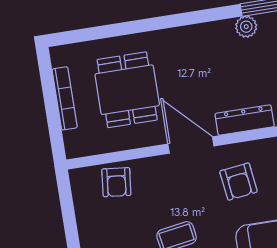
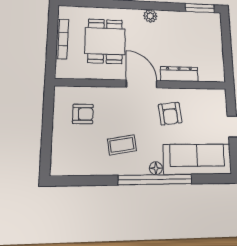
plant: (246, 27) -> (150, 16), moved
armchair: (116, 182) -> (83, 114), moved, turned -96

